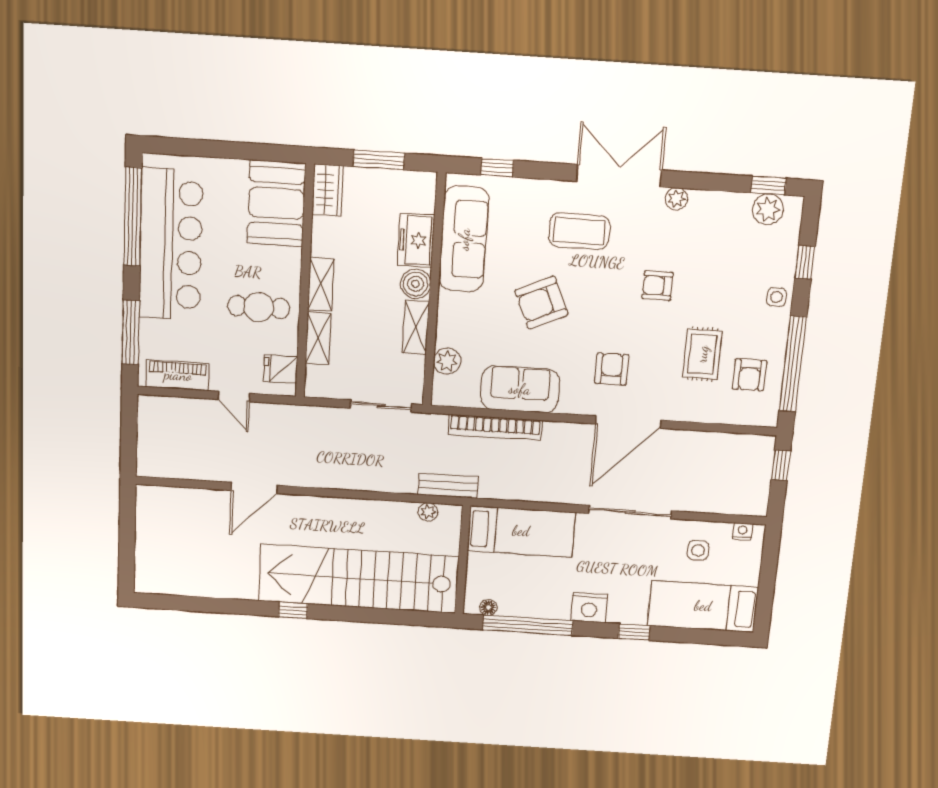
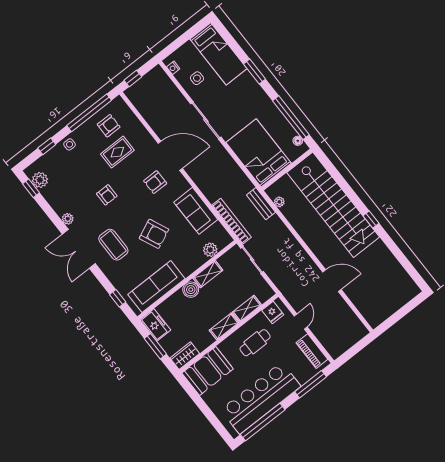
freezer: (416, 240) -> (155, 325), moved, turned -90
cafe table: (259, 307) -> (255, 343), turned 90
bookcase: (495, 428) -> (232, 221), moved
bed: (521, 531) -> (259, 153), width x1.50
nightstand: (589, 607) -> (261, 100), removed
window: (634, 632) -> (255, 71), width x1.50

